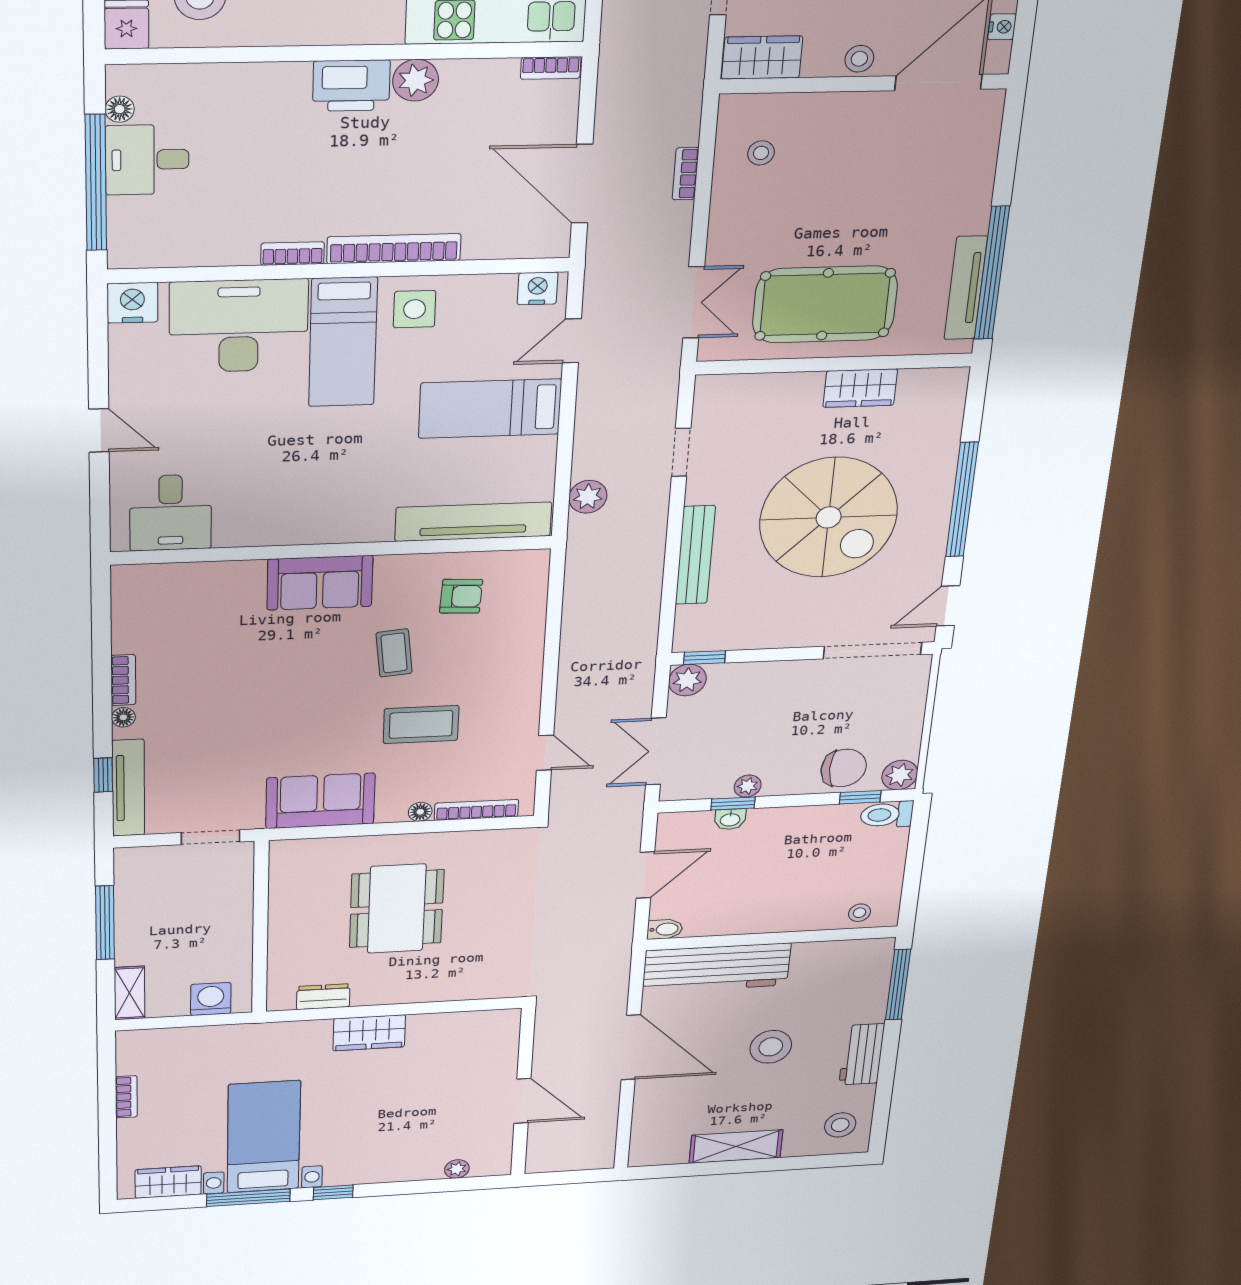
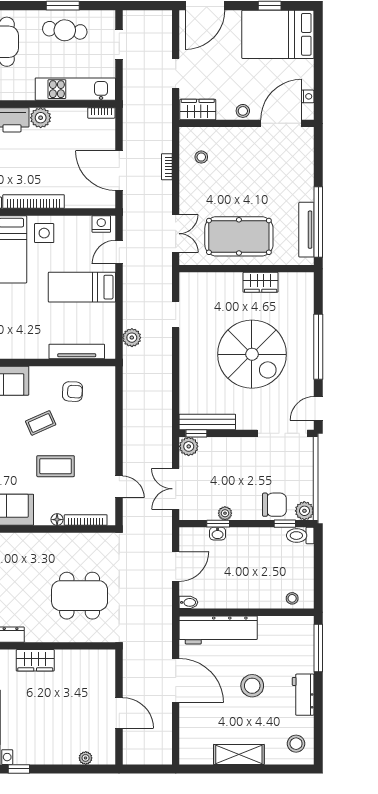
tv unit: (473, 522) -> (77, 351), width x0.73, depth x0.78
bench: (695, 555) -> (207, 422), moved, turned 90
coffee table: (394, 653) -> (41, 423), turned 72
dining table: (397, 909) -> (80, 596), moved, turned 90

